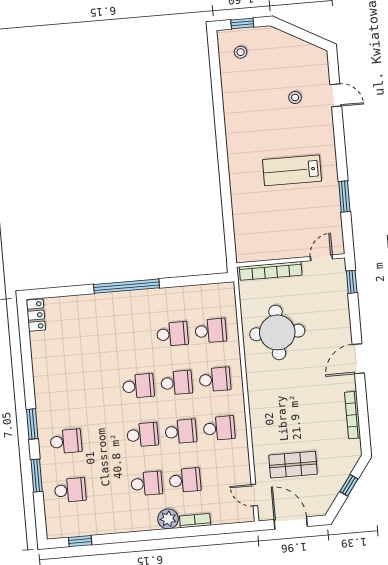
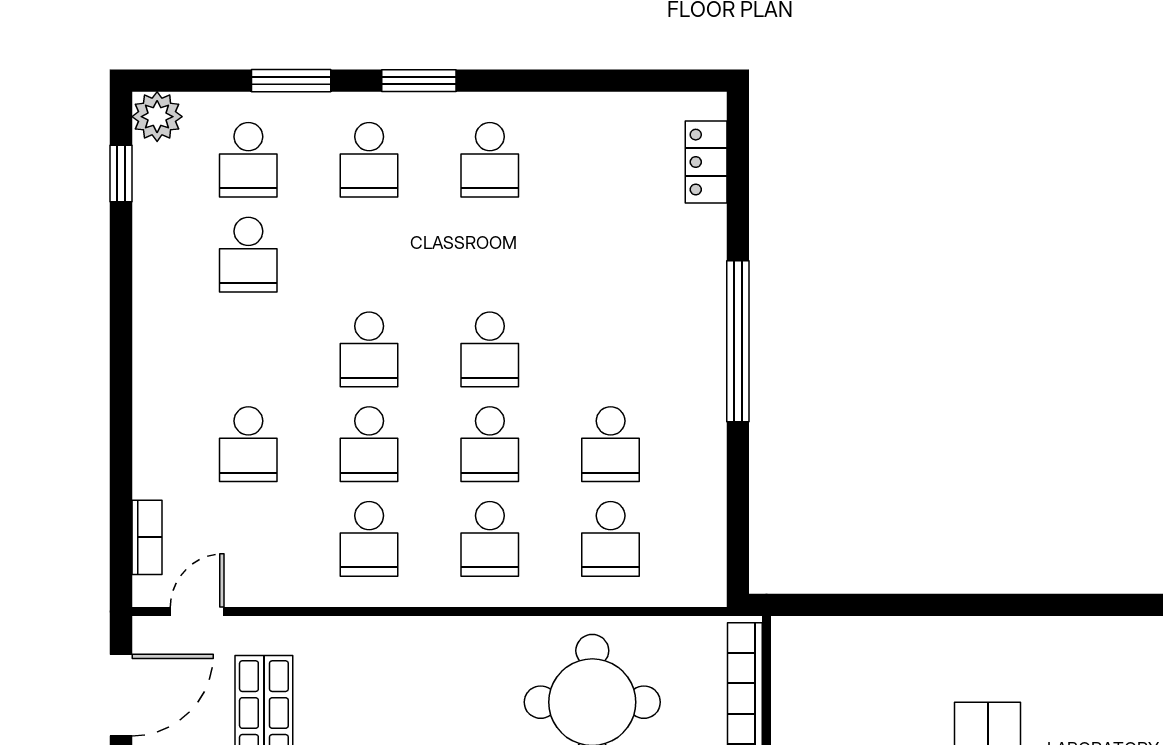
locker: (36, 315) -> (706, 162), moved, turned 90
school desk: (62, 393) -> (490, 160), added
school desk: (147, 484) -> (248, 255), moved
plant: (168, 519) -> (157, 117), moved
bookcase: (195, 521) -> (147, 537), moved

